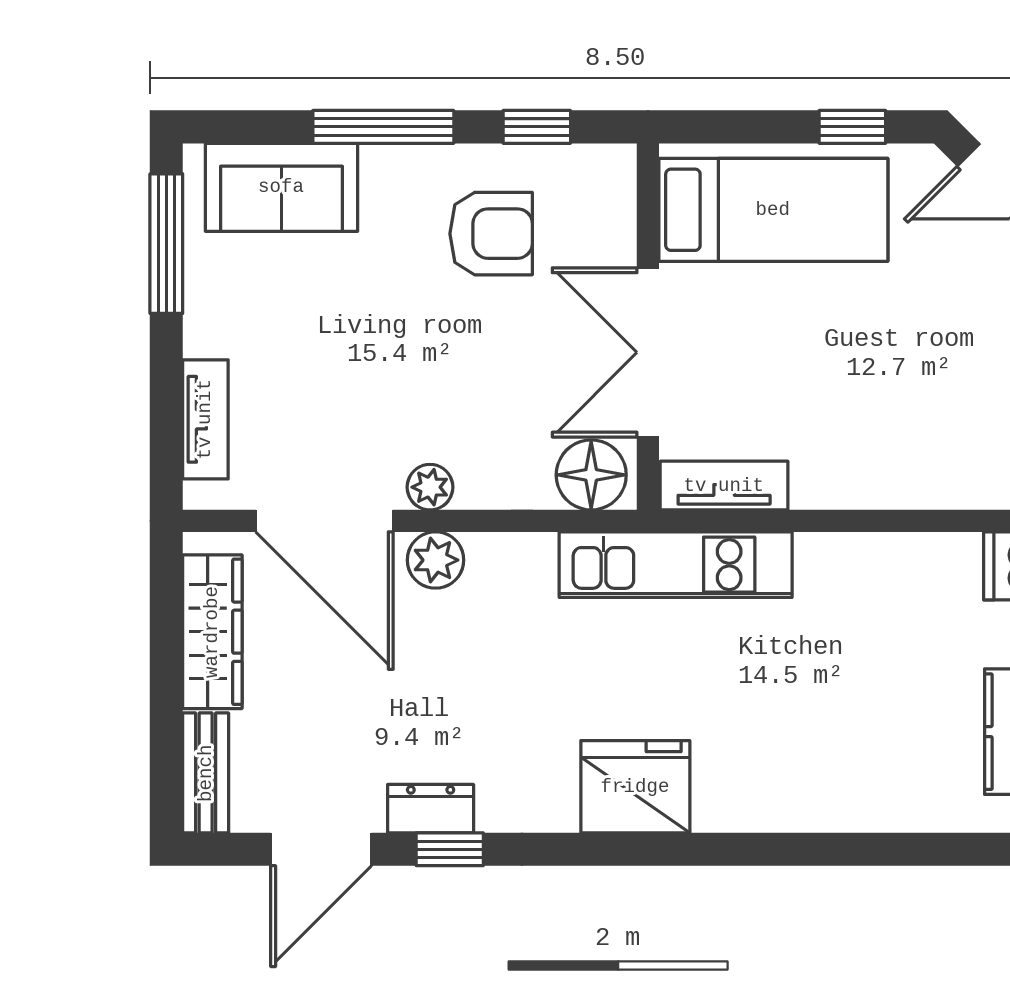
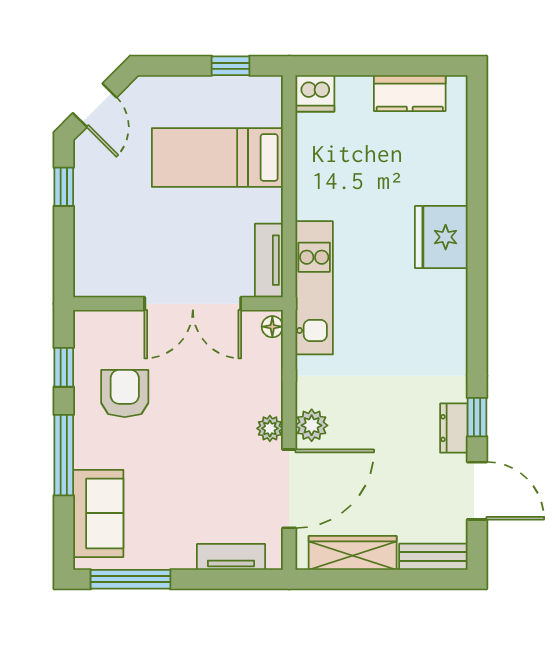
bed: (773, 210) -> (217, 157), moved, turned -90
floor lamp: (591, 475) -> (272, 327), width x0.53, depth x0.53
fridge: (635, 787) -> (441, 237), moved

